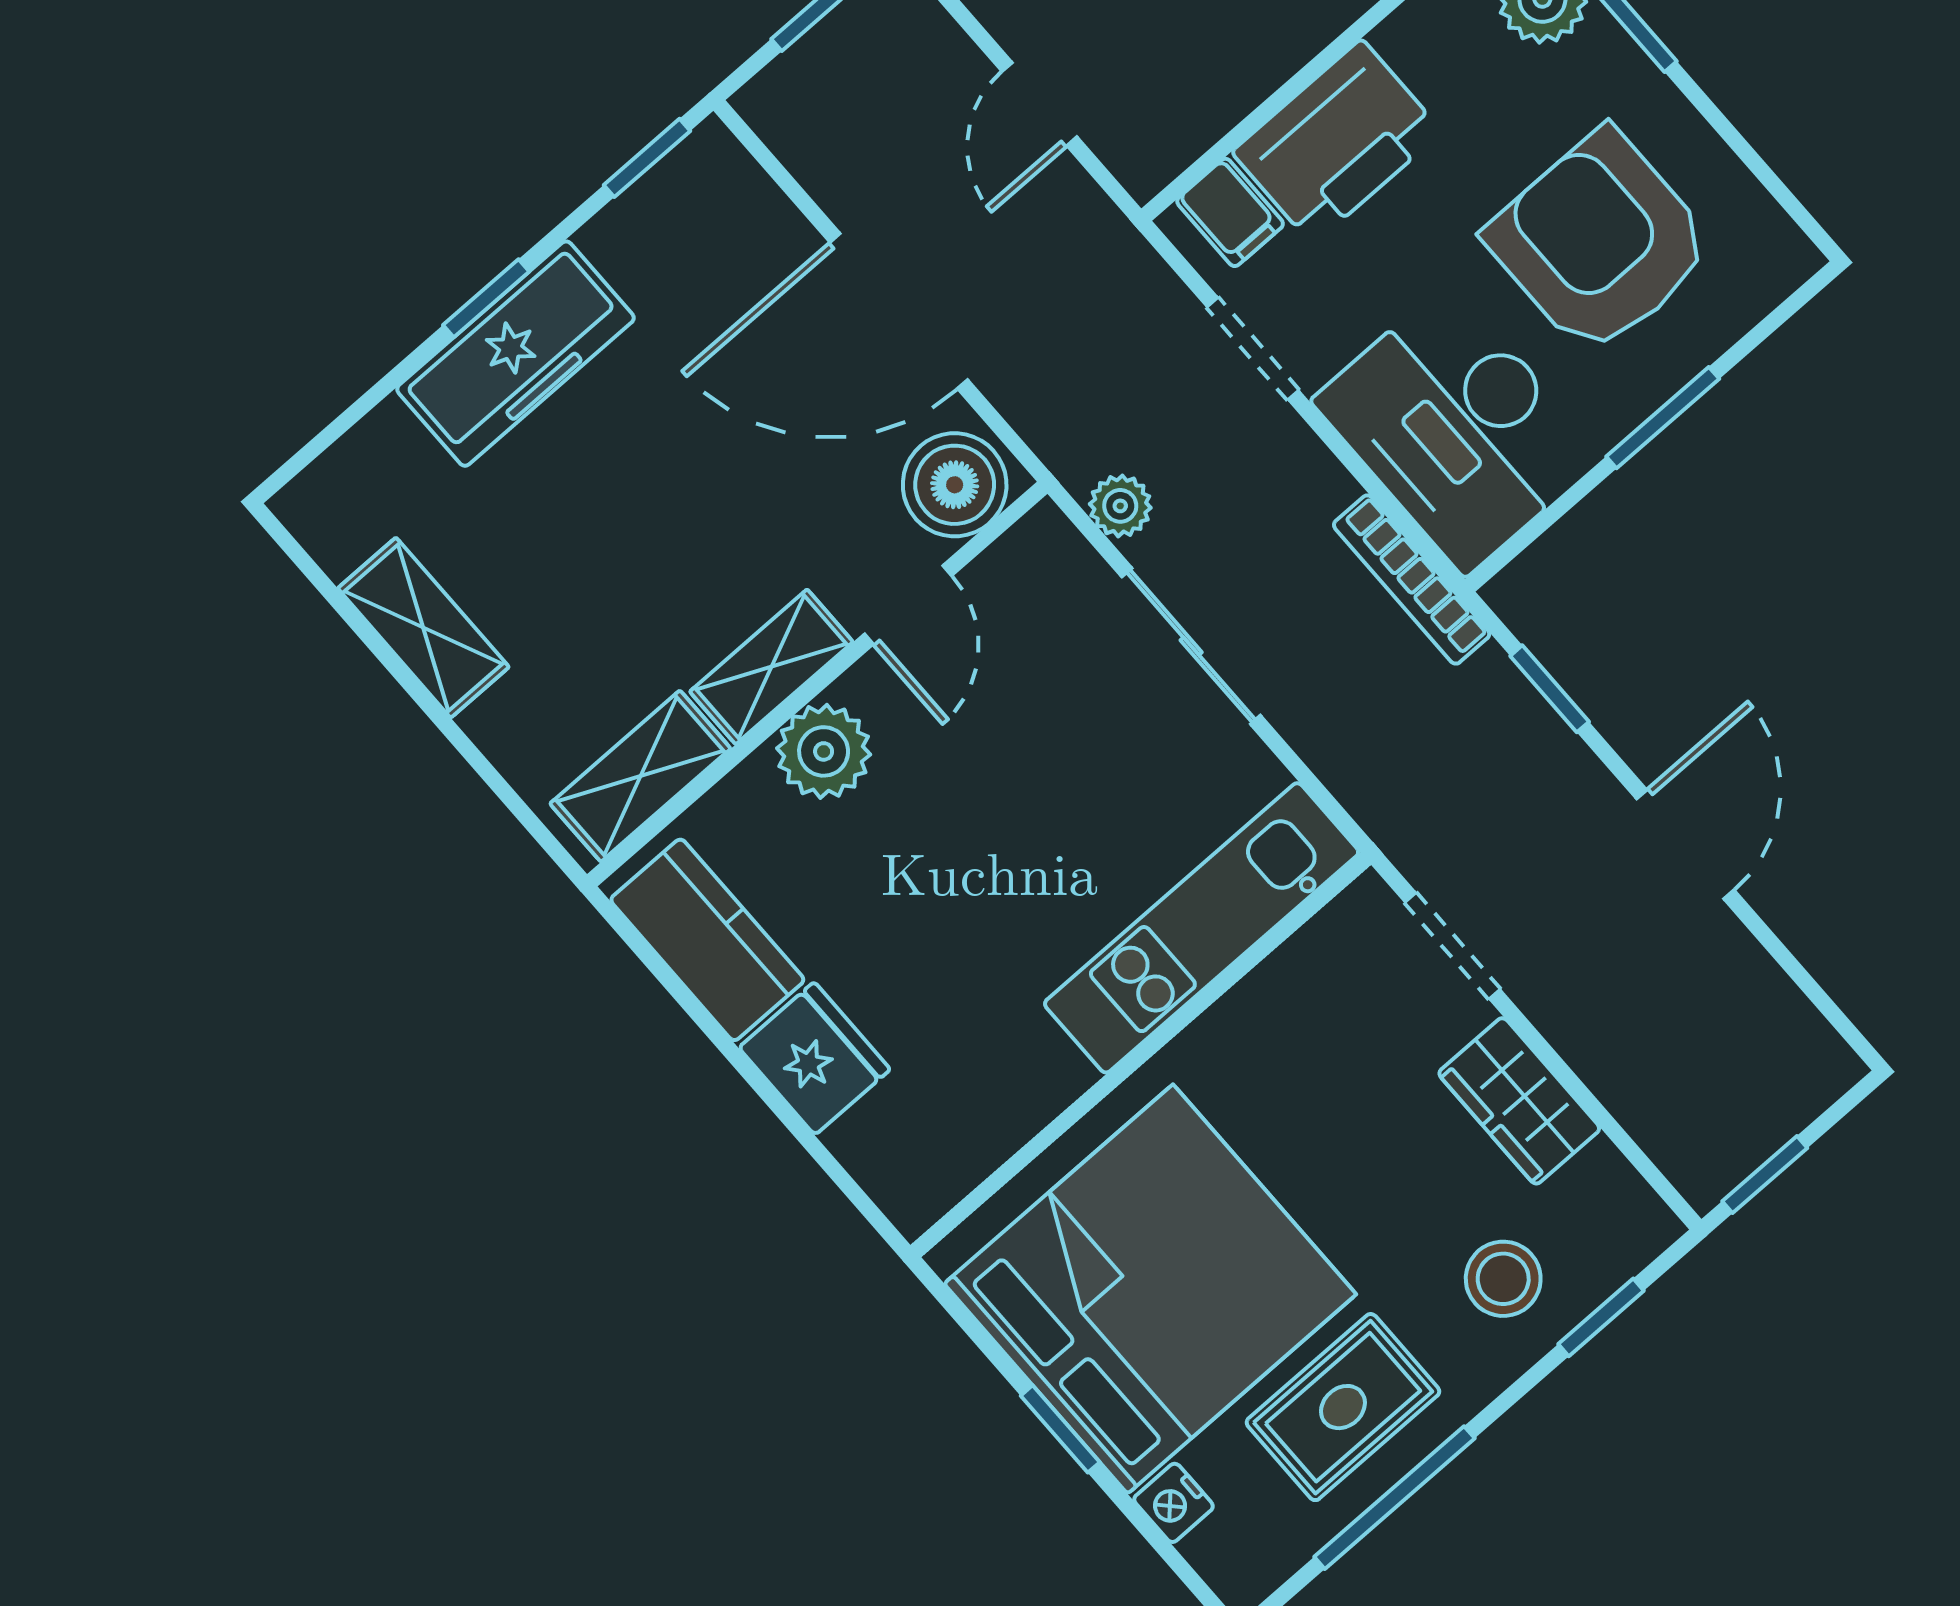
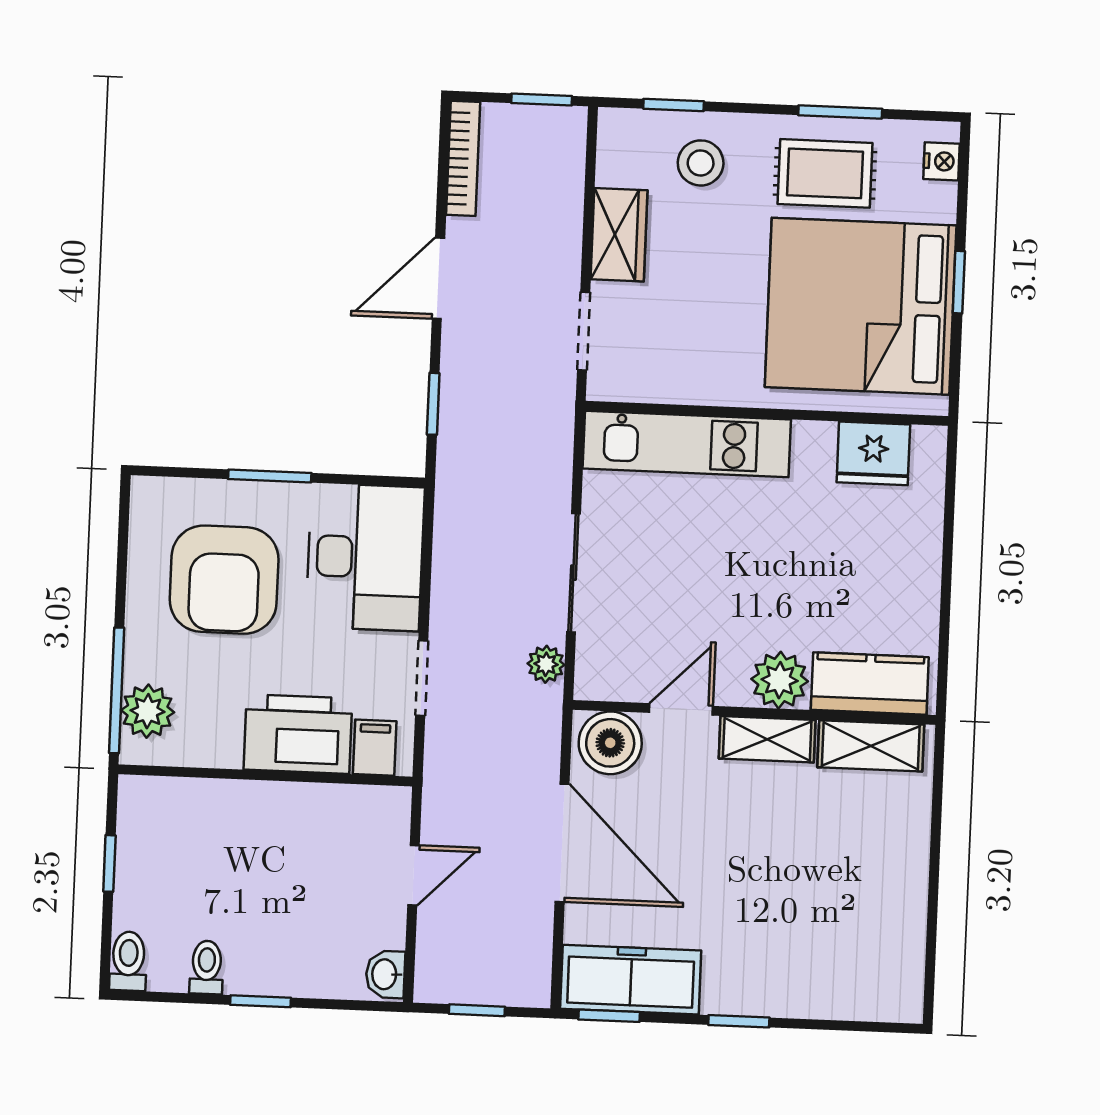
freezer: (515, 354) -> (631, 980), moved
bookcase: (1412, 580) -> (463, 158), moved
shelving: (423, 628) -> (904, 902), removed
kitchen counter: (707, 940) -> (870, 683), moved, turned 90
fridge: (814, 1059) -> (873, 453), moved, turned -90
window: (1394, 1498) -> (840, 112), width x0.69
nightstand: (1173, 1503) -> (942, 161), moved

